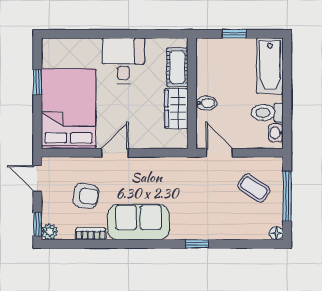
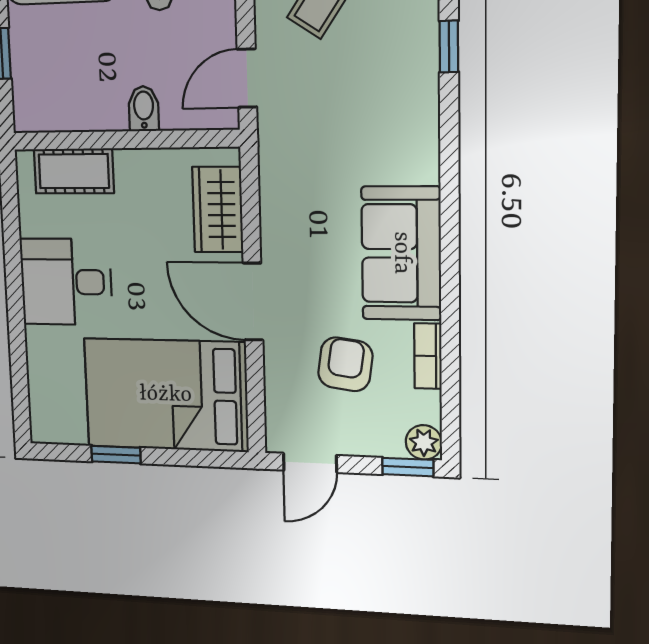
wardrobe: (176, 109) -> (218, 210), moved, turned 90
door: (115, 153) -> (253, 302), width x1.38
window: (197, 244) -> (449, 47), moved

